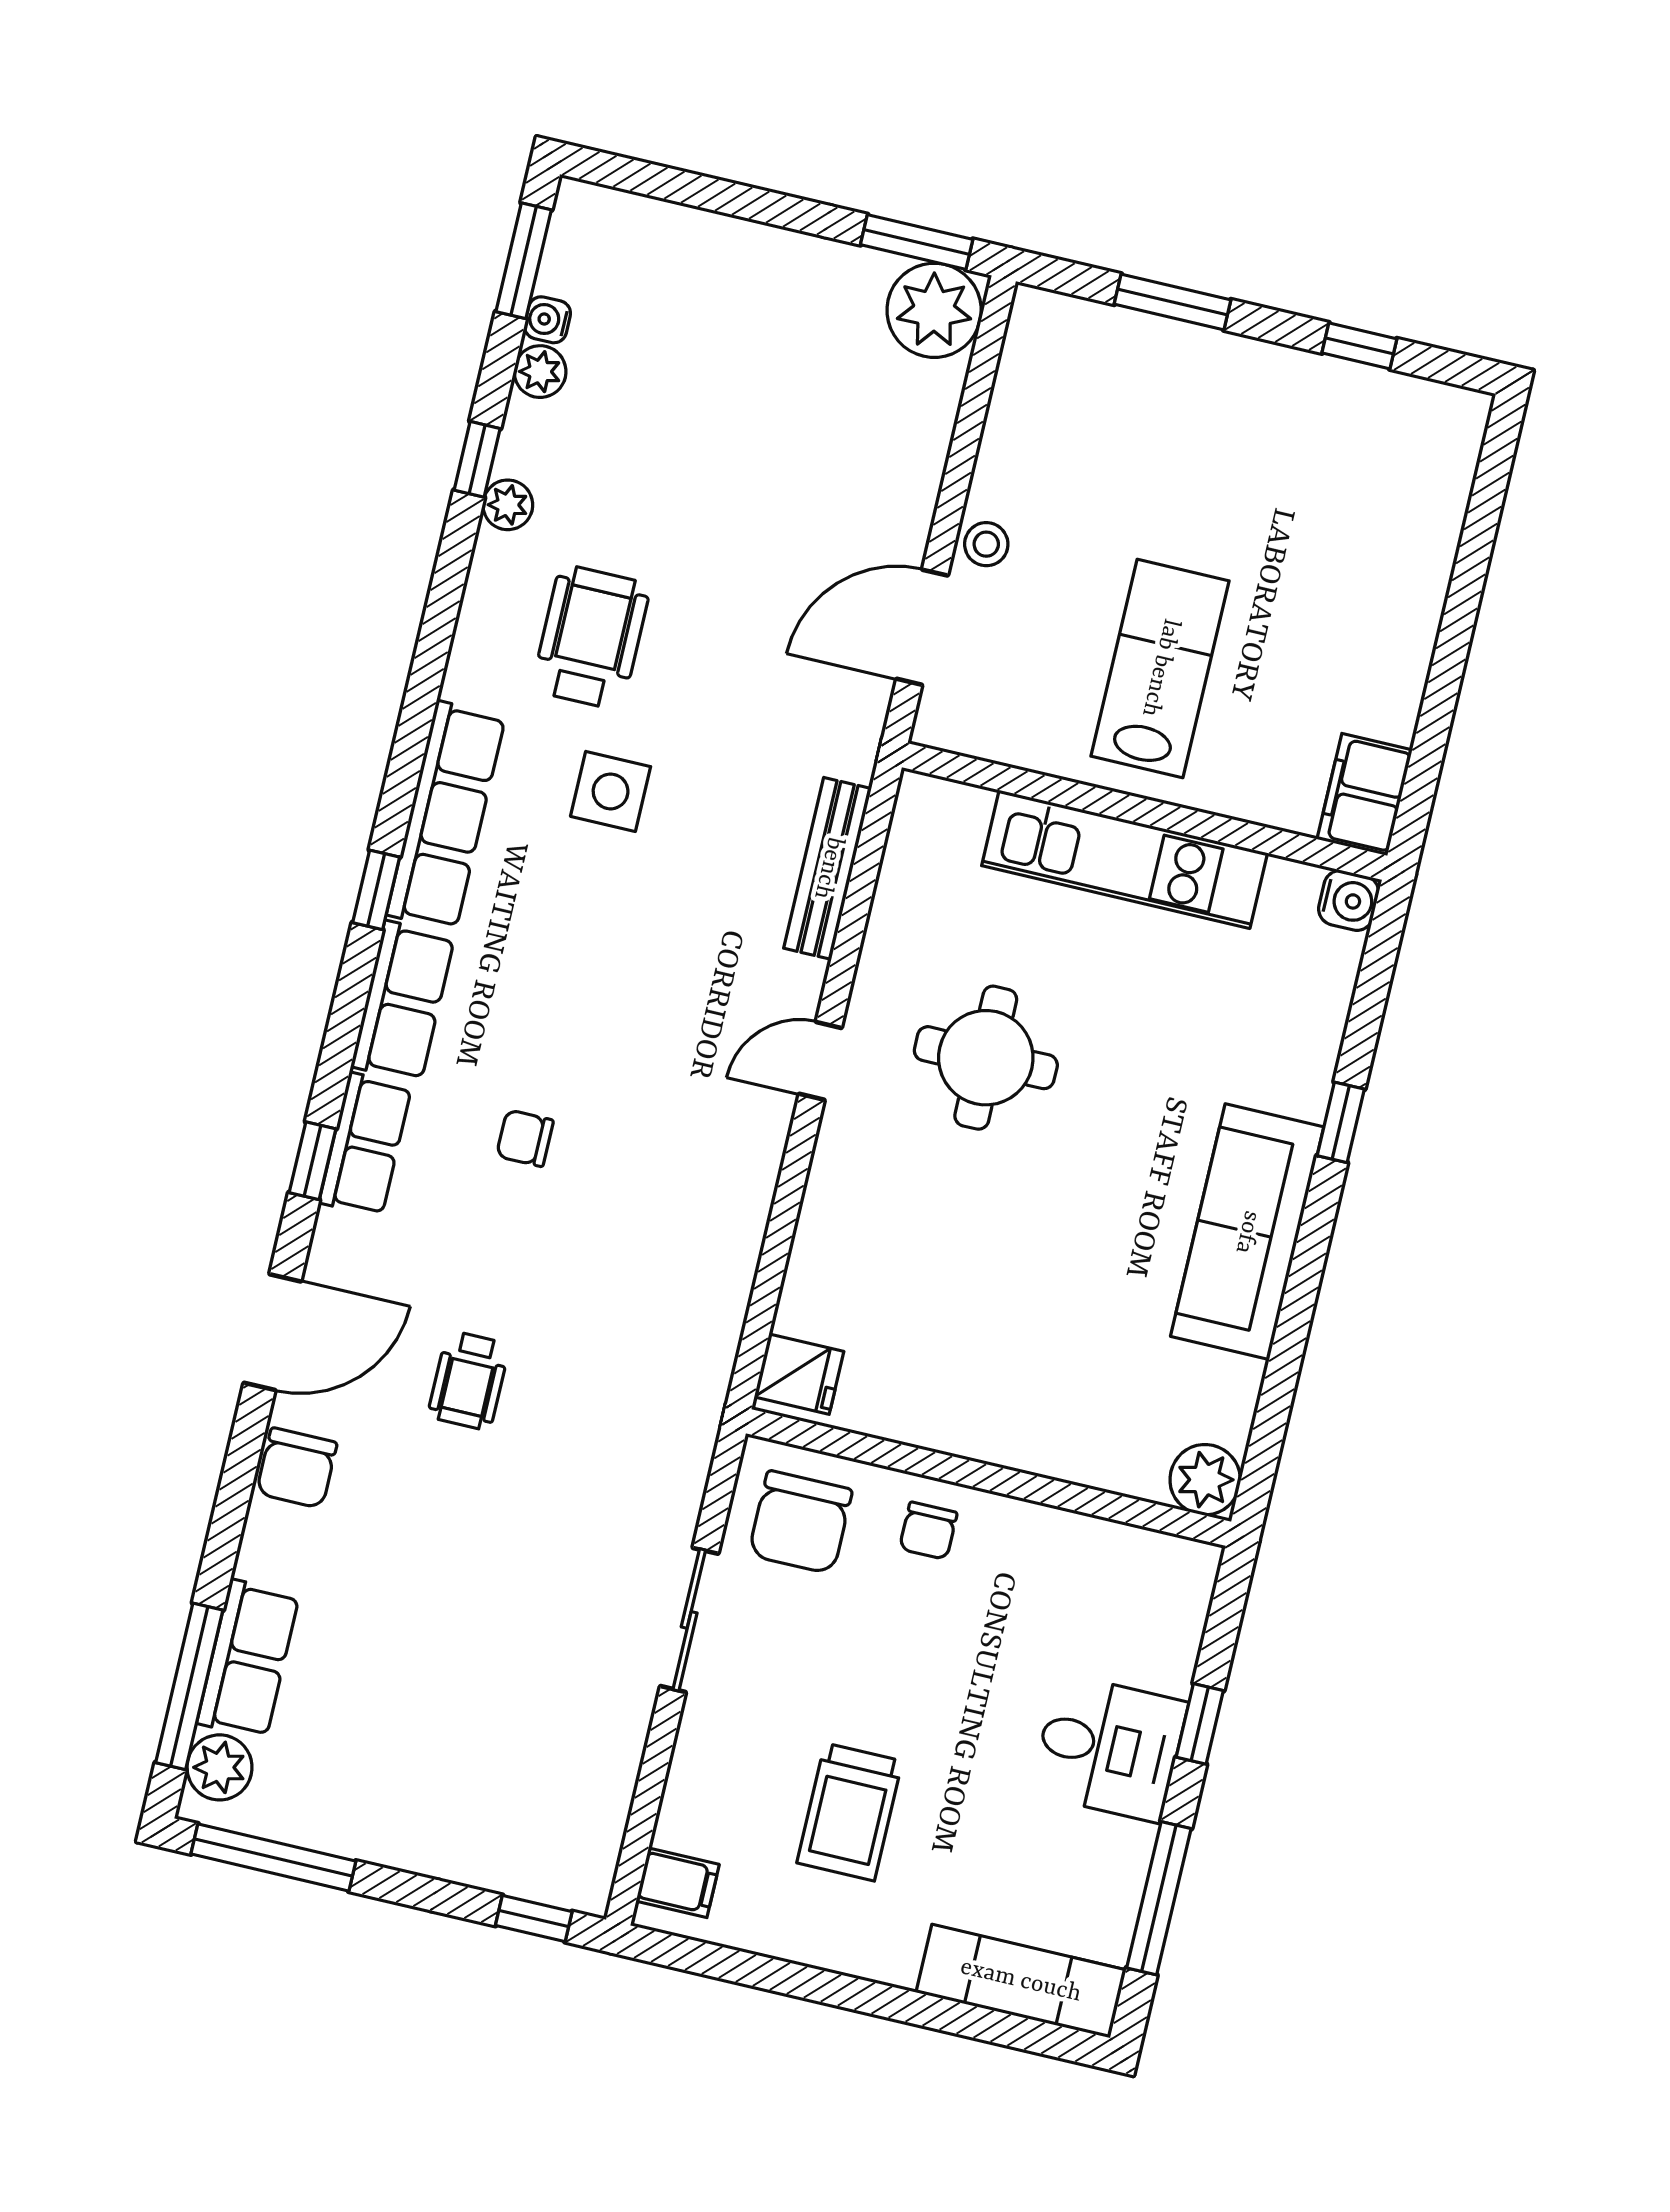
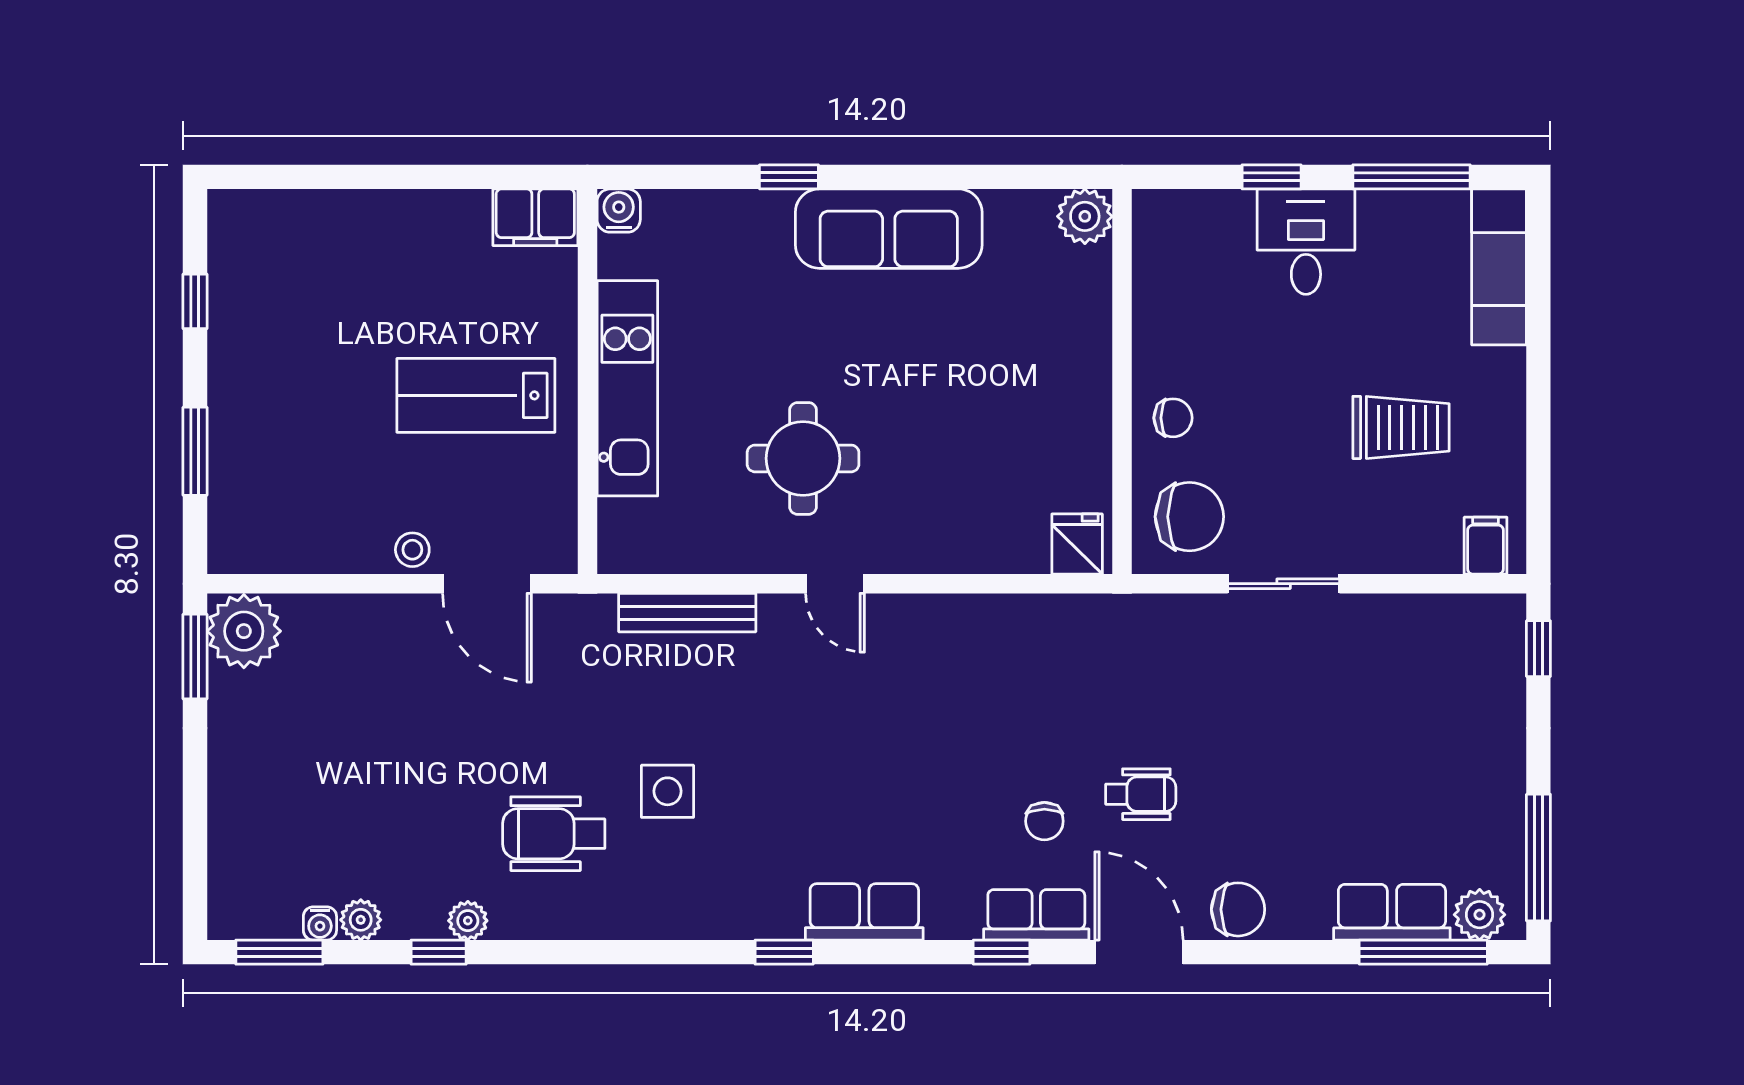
row of seats: (446, 816) -> (715, 912), removed
chair: (525, 1138) -> (1044, 821), moved
row of seats: (365, 1145) -> (1036, 915), moved

